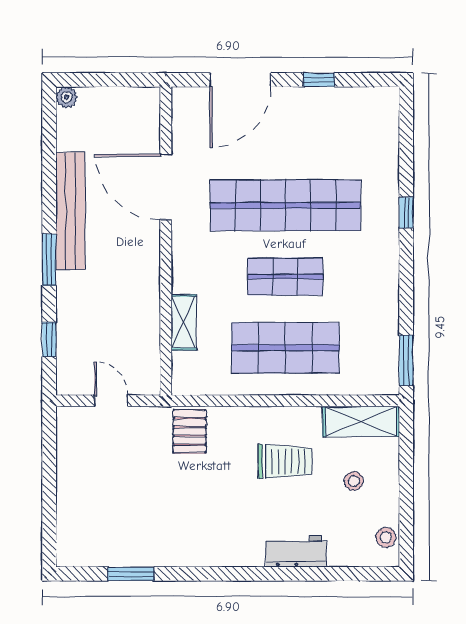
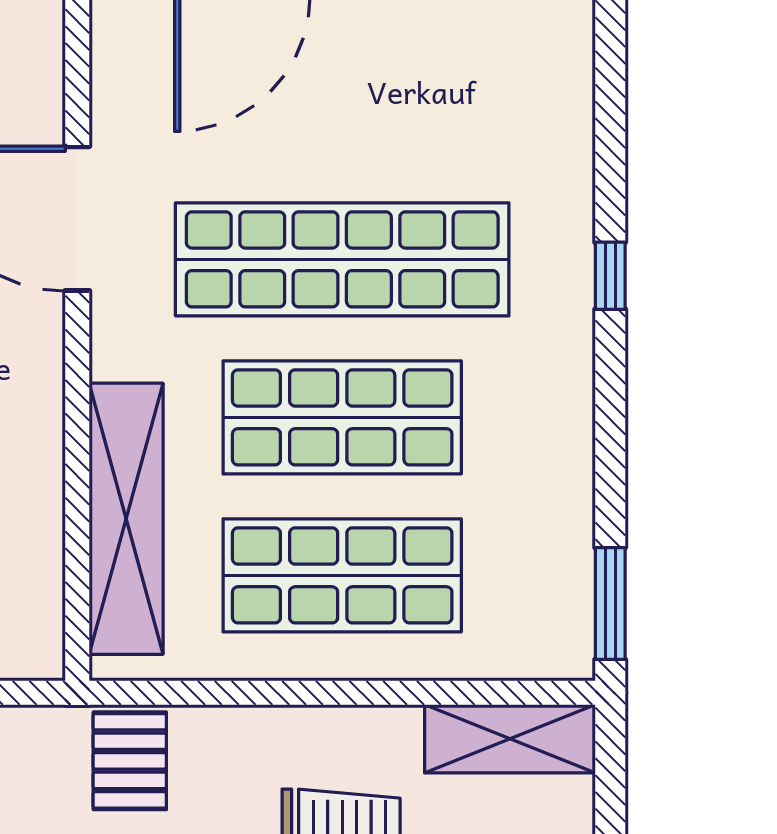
shop shelf: (285, 277) -> (342, 417), width x1.43, depth x1.36
shelving: (184, 322) -> (126, 519), width x2.20, depth x1.33

